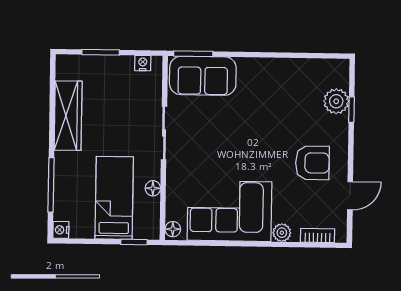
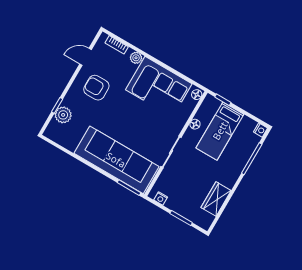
sofa: (203, 76) -> (116, 160), width x1.85, depth x1.27
wardrobe: (68, 116) -> (216, 199), width x0.67

